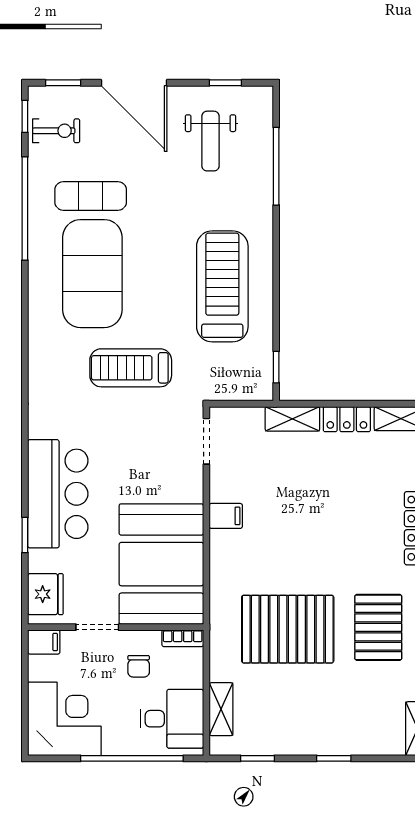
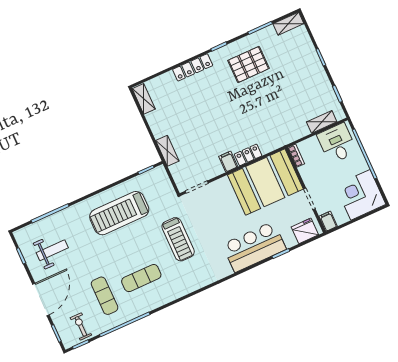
exercise mat: (92, 274) -> (141, 278), width x0.50, depth x0.69
locker: (347, 419) -> (248, 155), moved, turned -90
pallet: (288, 629) -> (269, 107), removed
chair: (139, 666) -> (319, 171), removed

